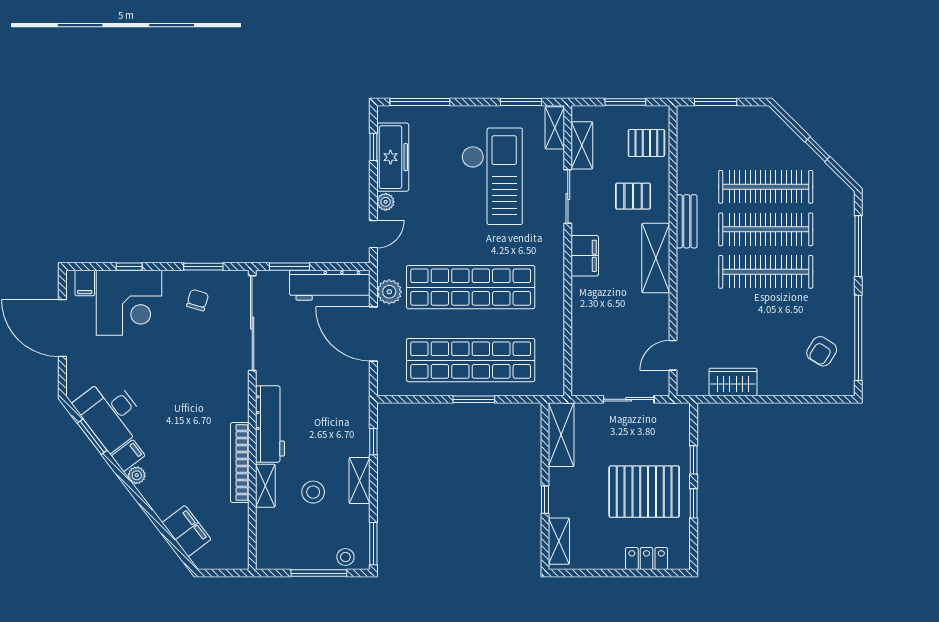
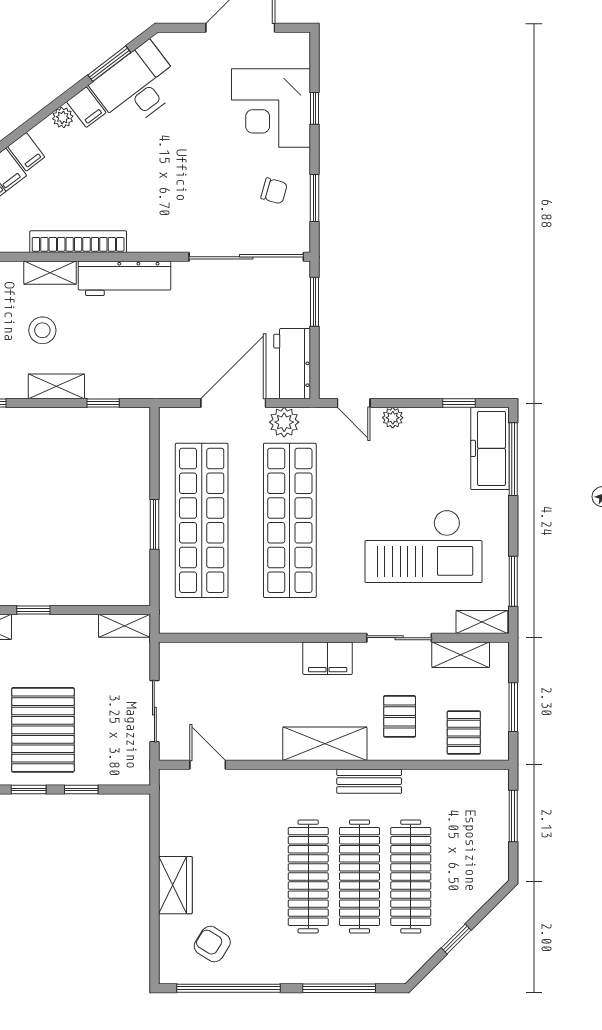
freezer: (393, 157) -> (490, 448), moved, turned 90
filing cabinet: (85, 283) -> (26, 152), moved, turned -127
workbench: (330, 285) -> (292, 364), width x0.73
wardrobe: (733, 382) -> (175, 885), moved
shelving: (561, 435) -> (124, 626), width x0.67, depth x0.75

